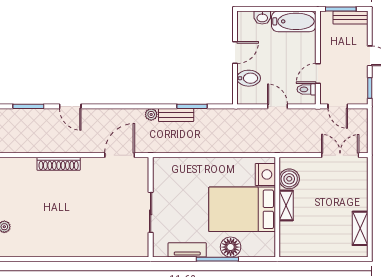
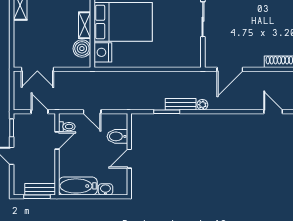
bench: (350, 18) -> (40, 189), moved

